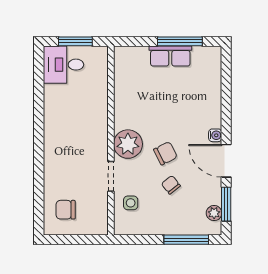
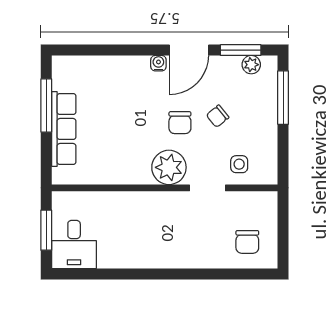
row of seats: (170, 56) -> (64, 129), width x1.48
chair: (165, 153) -> (180, 123), turned -153

